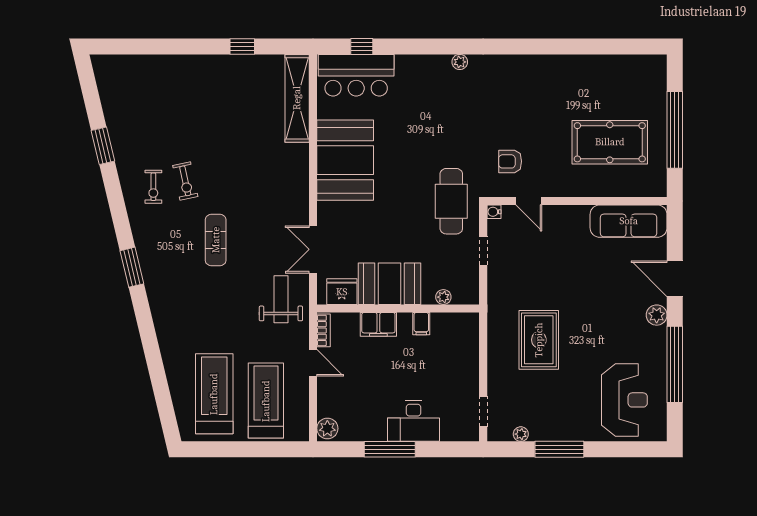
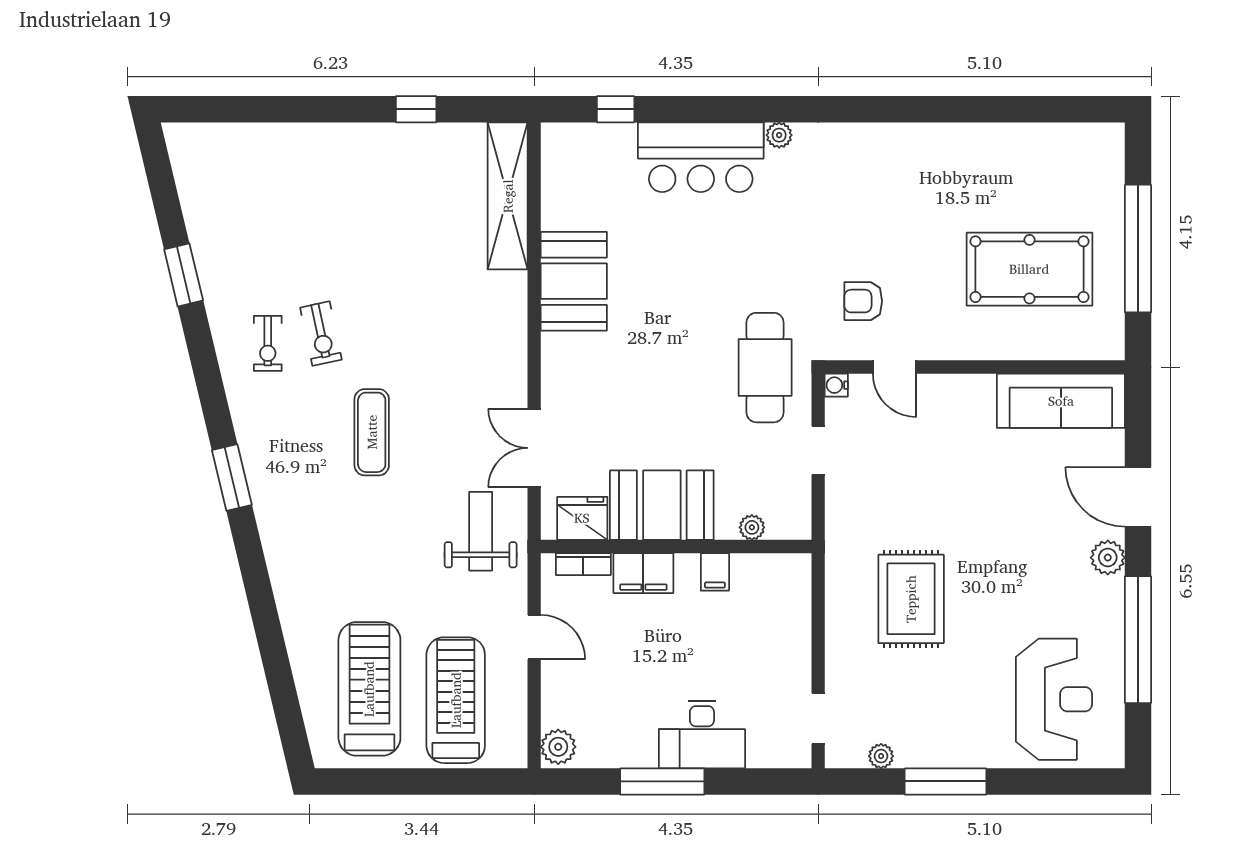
bar counter: (356, 75) -> (701, 157), moved
booth: (345, 160) -> (574, 281), width x0.73, depth x0.70
bookcase: (323, 330) -> (583, 564), moved, turned 90

